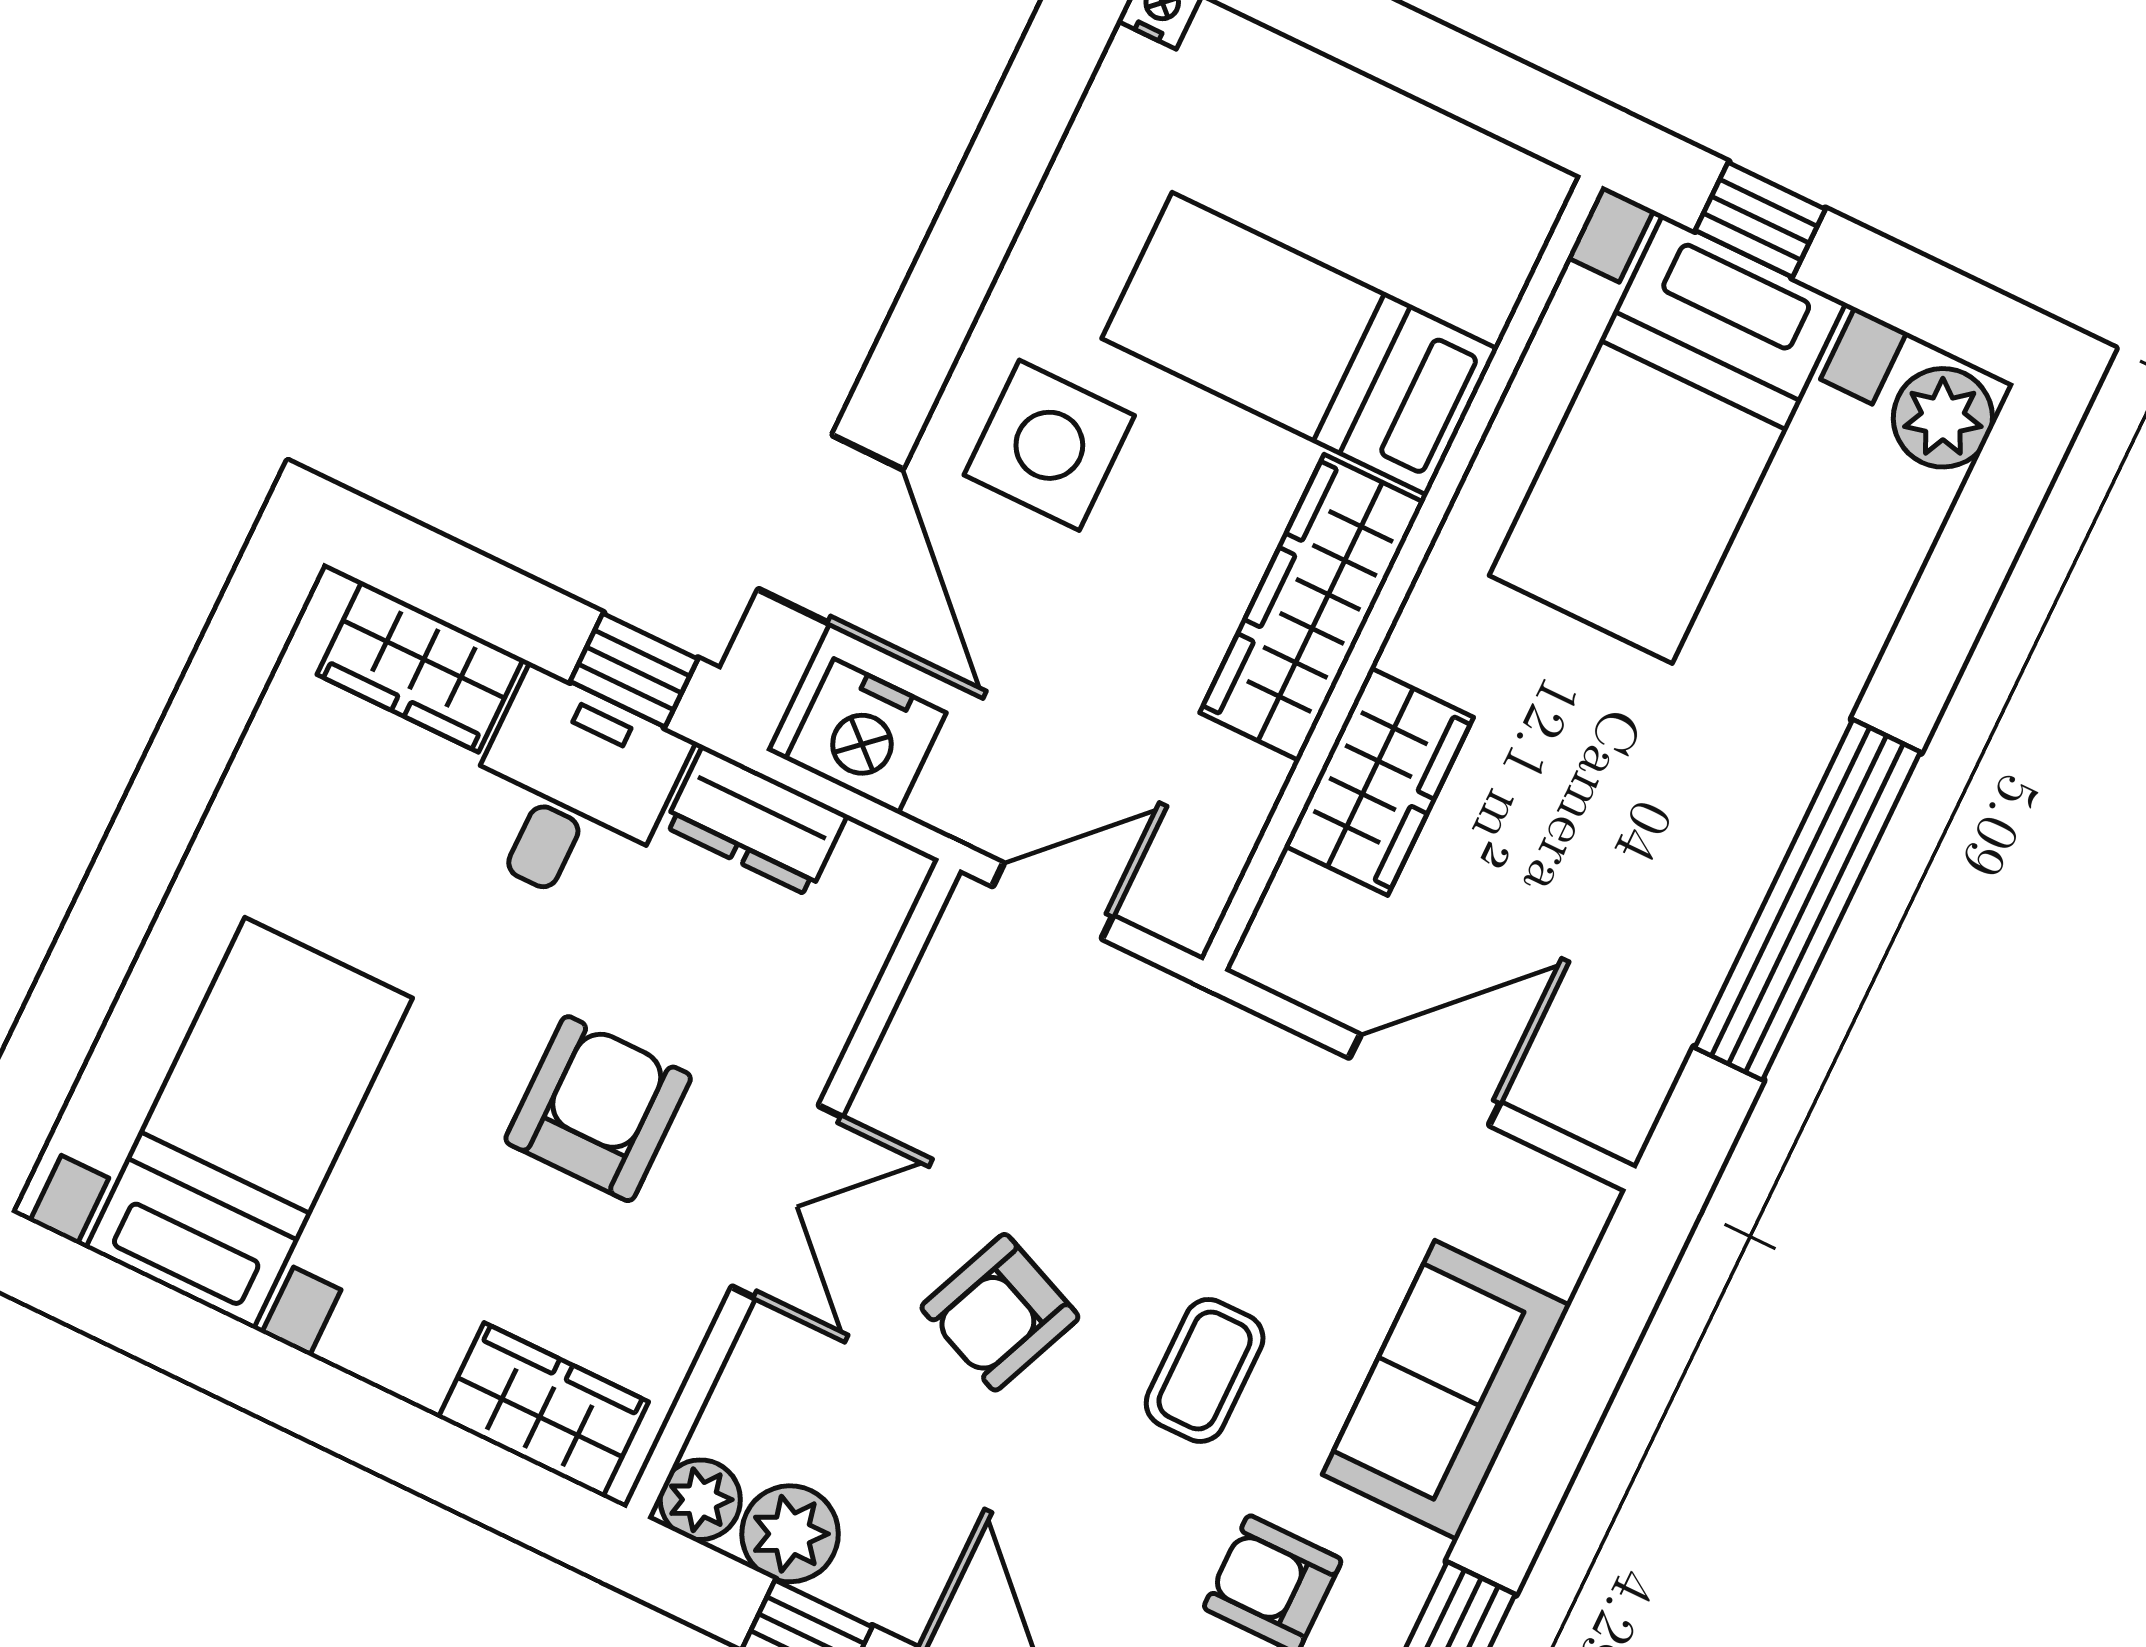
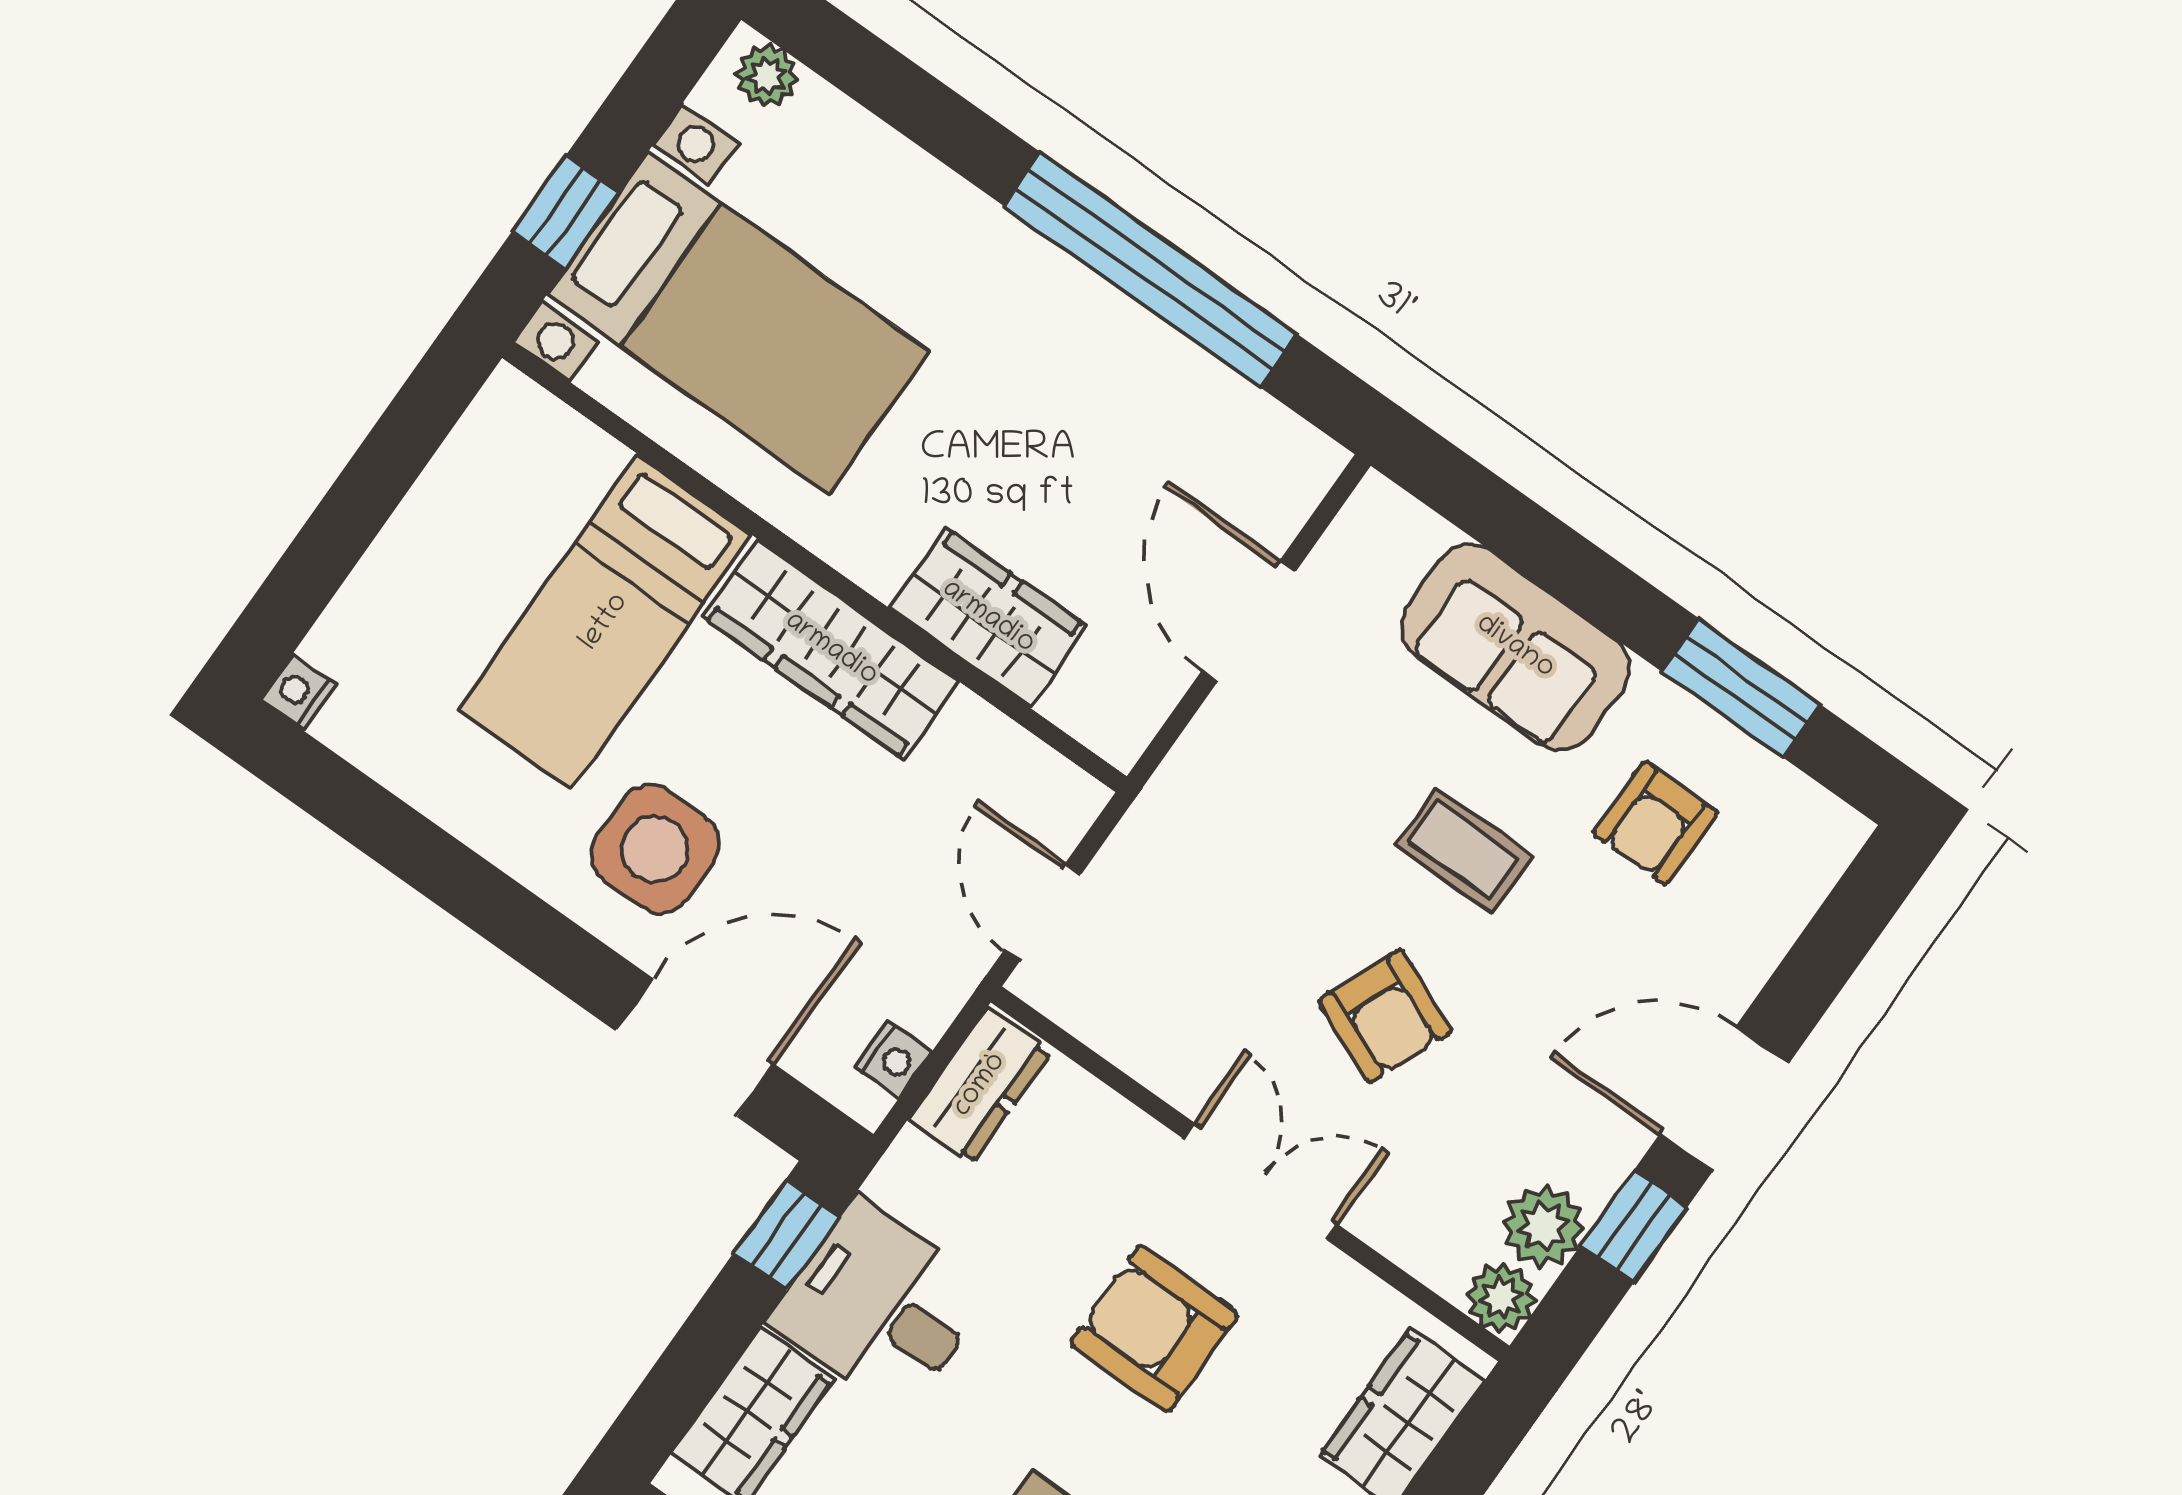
plant: (1943, 418) -> (767, 76), width x0.73, depth x0.73
nightstand: (866, 736) -> (893, 1059), width x0.53, depth x0.56
dresser: (756, 821) -> (980, 1085), moved

